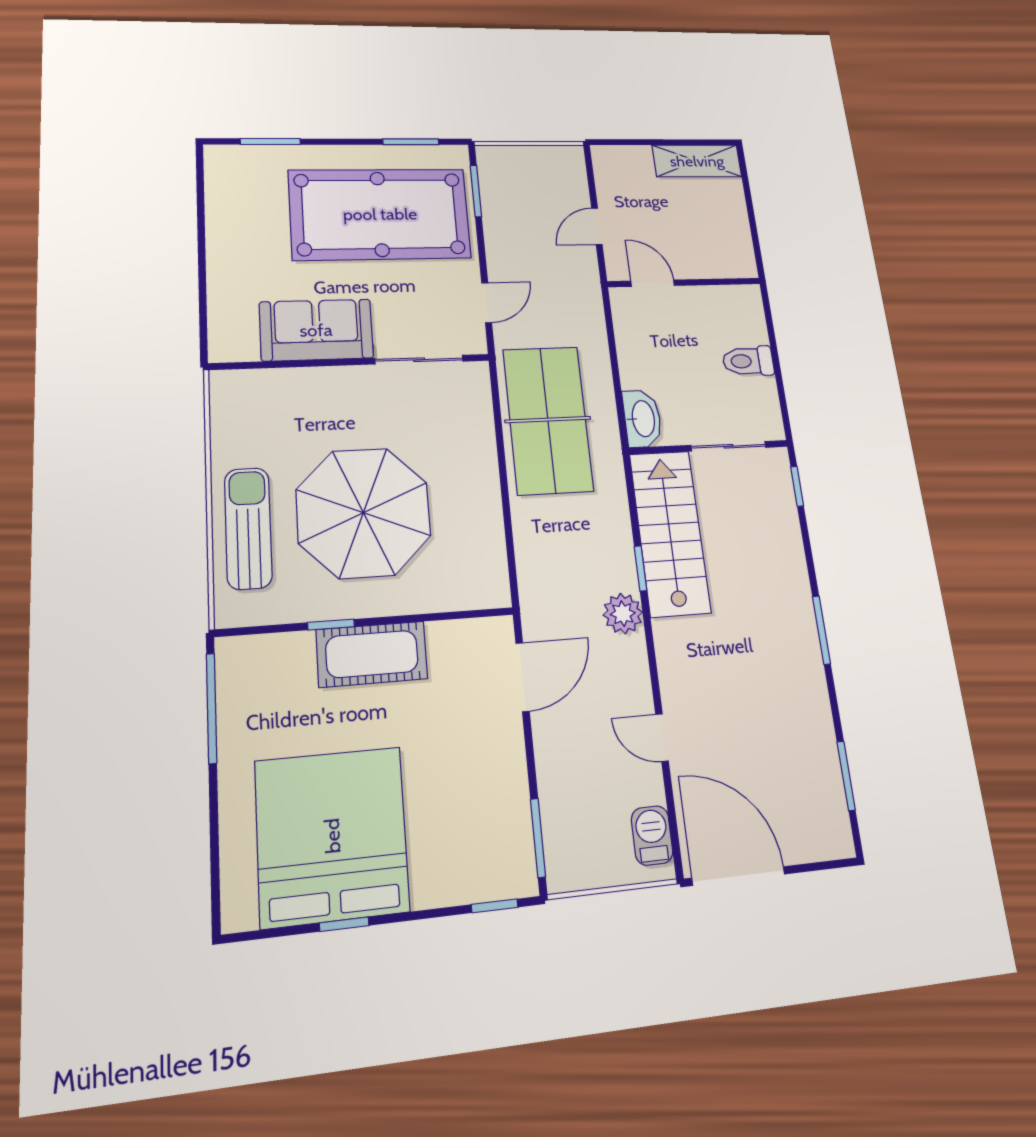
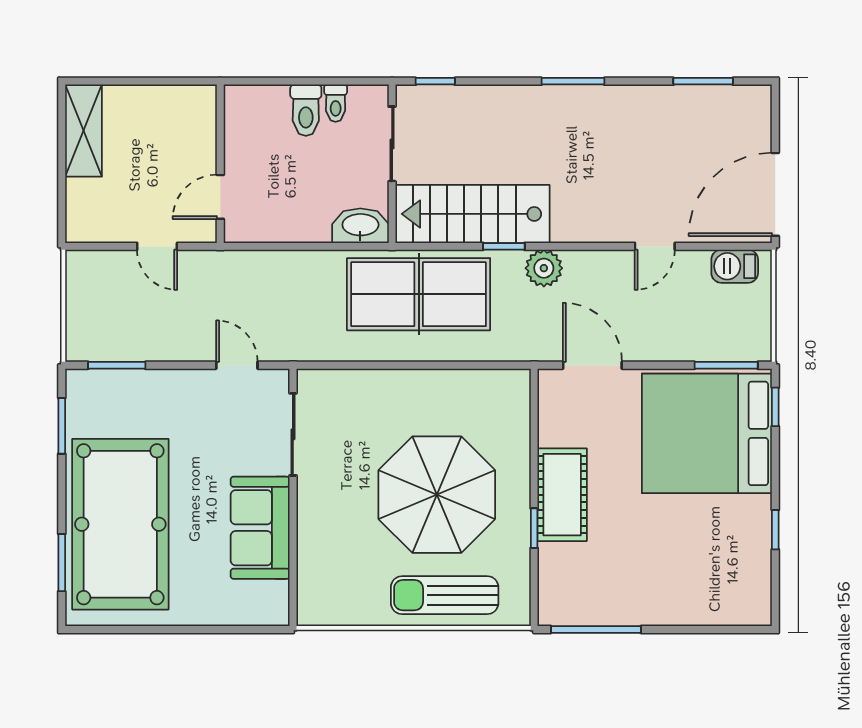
pool table: (380, 214) -> (120, 524), moved
toilet: (759, 389) -> (336, 103), added
table tennis table: (548, 420) -> (419, 294), moved
bed: (332, 836) -> (707, 433), moved

